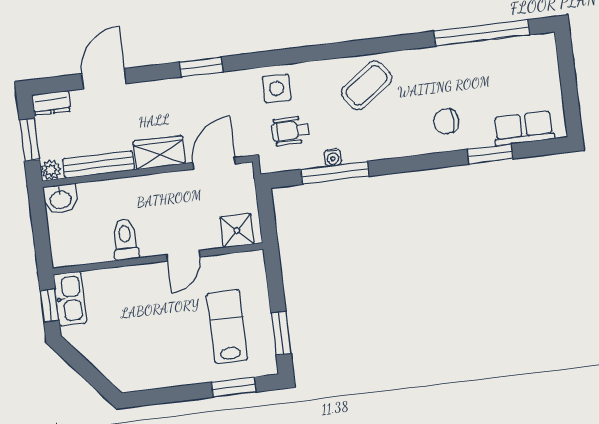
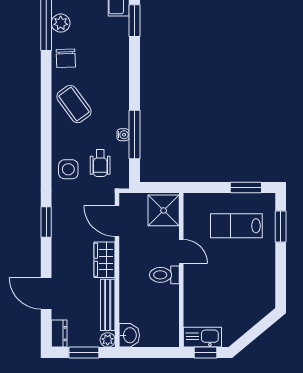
plant: (475, 54) -> (61, 23), added
chair: (446, 121) -> (66, 58), moved
shower: (237, 231) -> (164, 210), width x1.36, depth x1.36
toilet: (125, 239) -> (164, 275), moved

